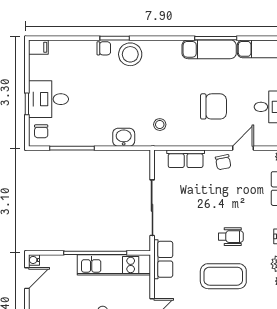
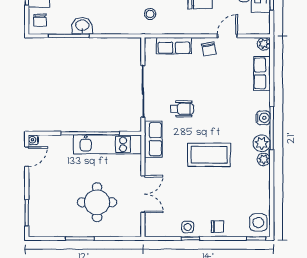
washbasin: (124, 137) -> (82, 26), moved
wheelchair: (231, 237) -> (182, 109), moved

